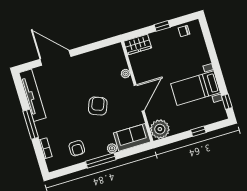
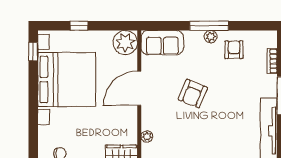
plant: (126, 74) -> (147, 137), moved
bed with nightstands: (195, 88) -> (67, 79), width x1.85
plant: (112, 148) -> (211, 37), moved

